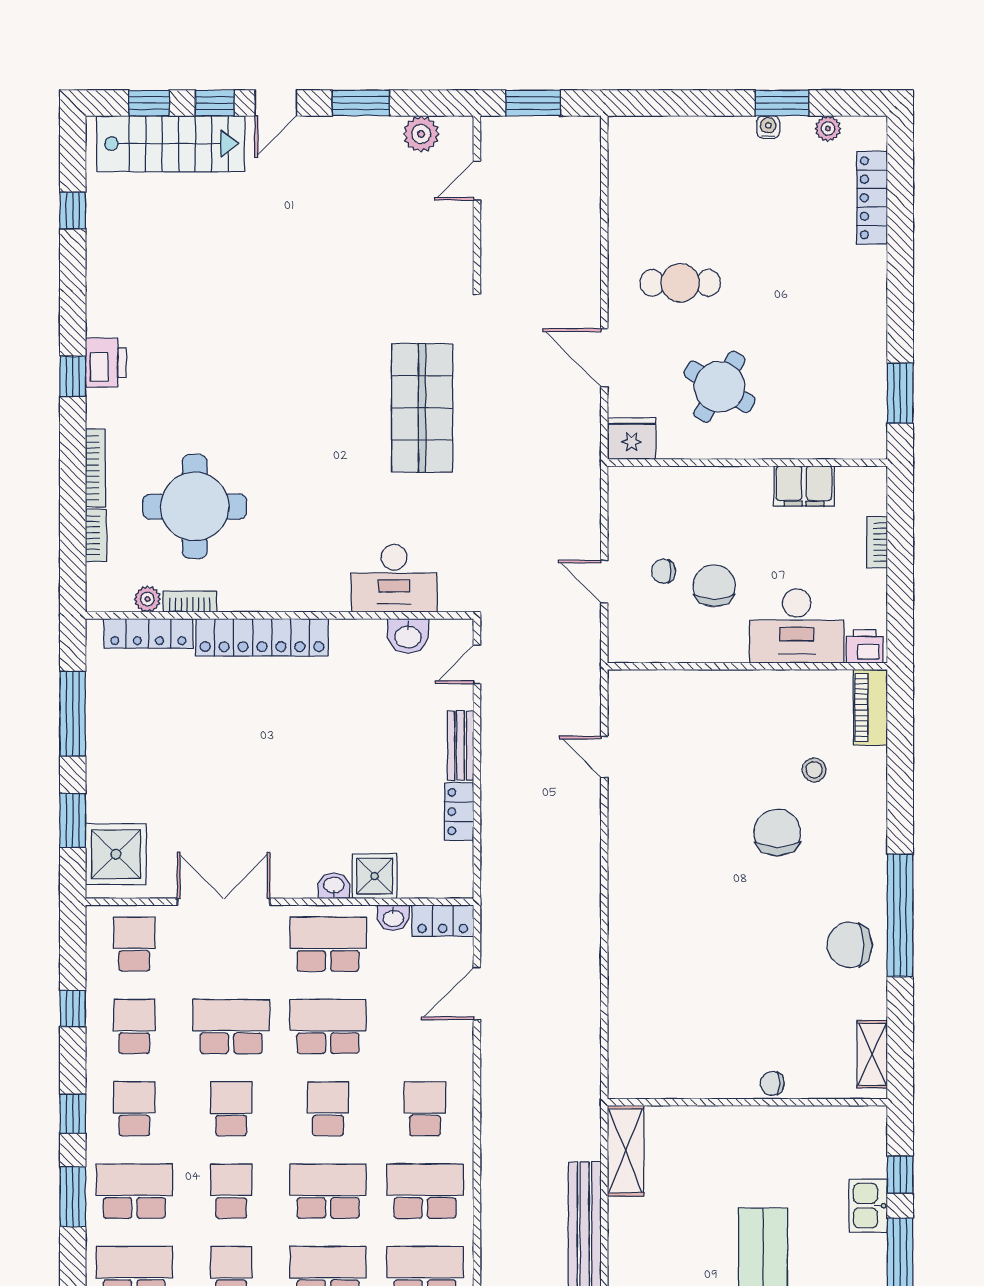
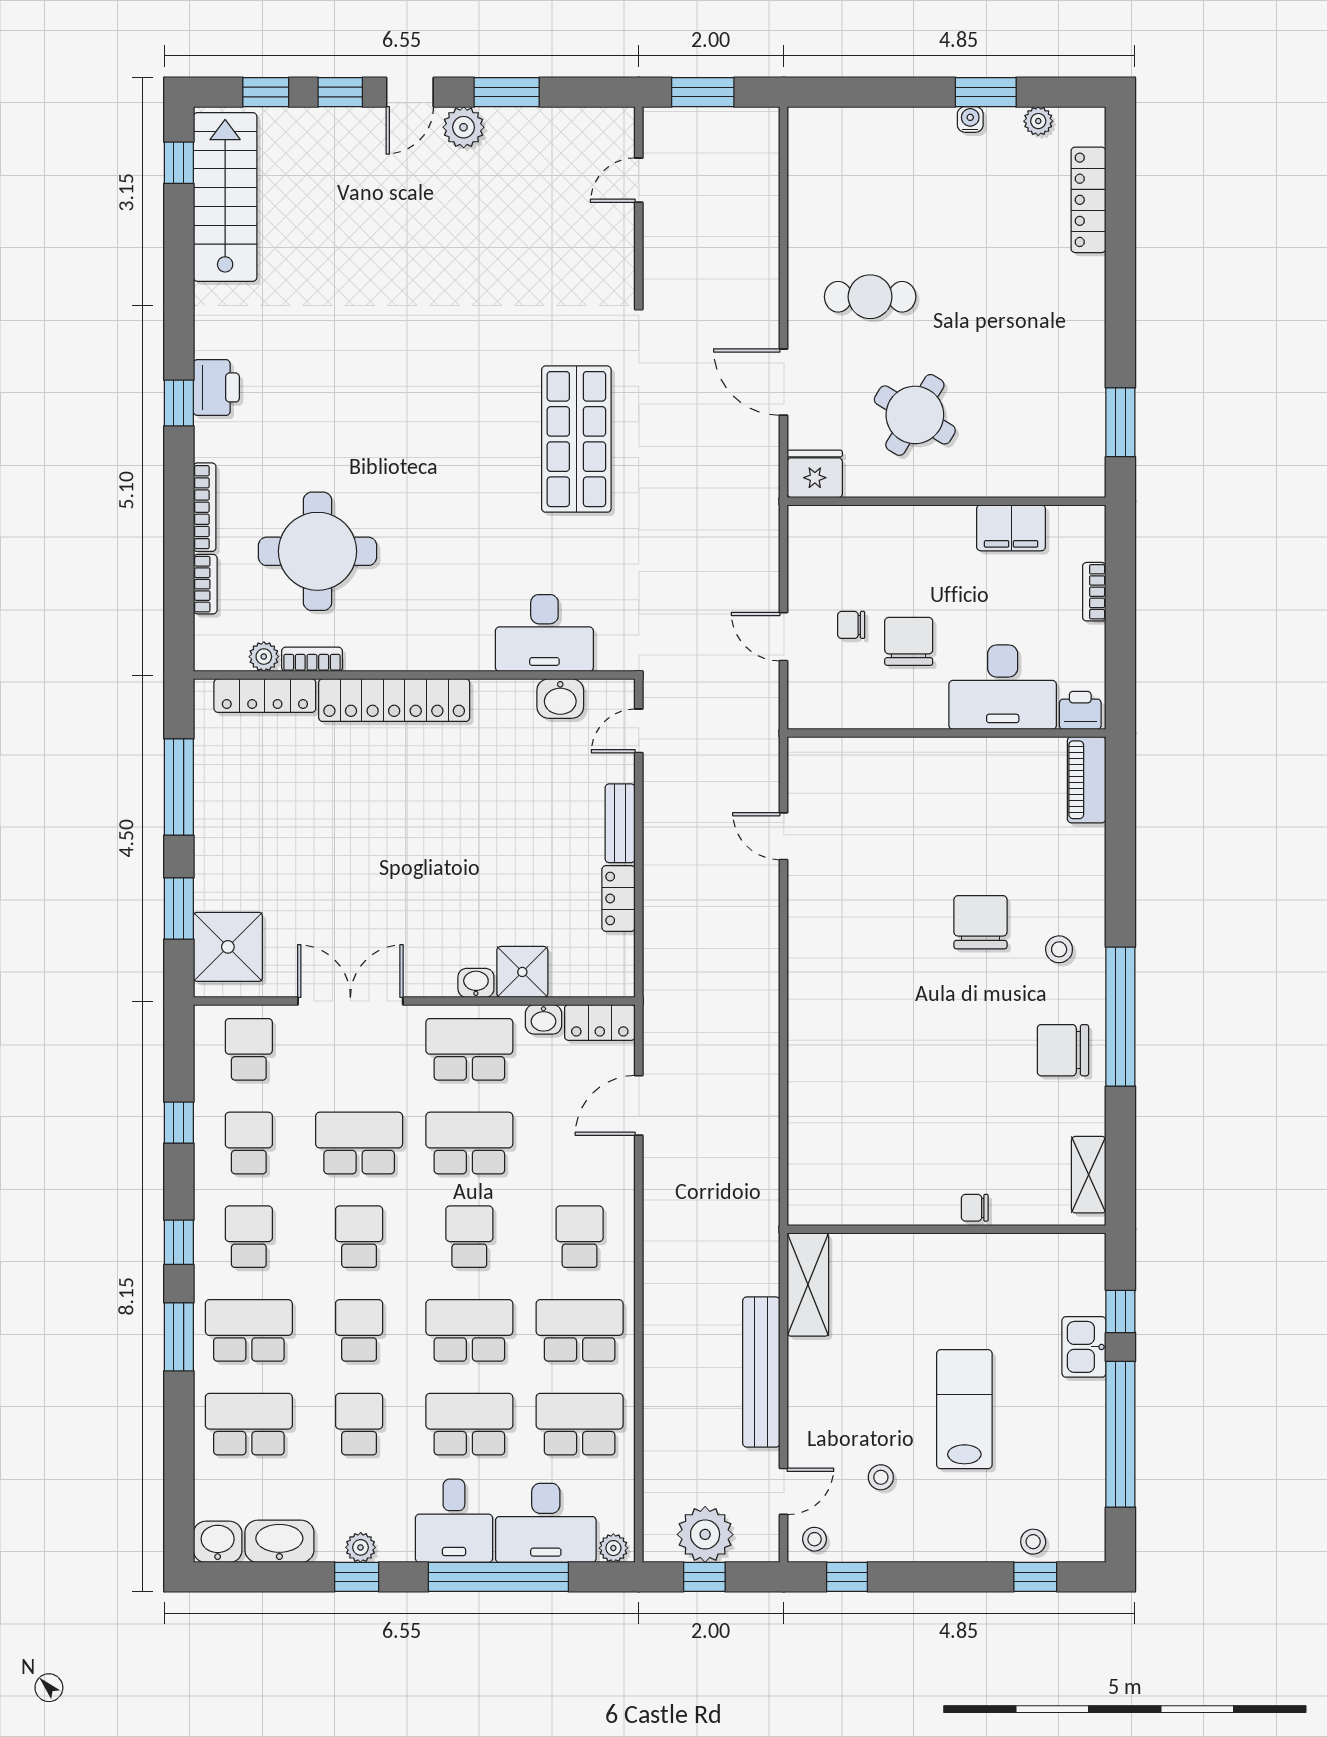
plant: (421, 134) -> (464, 127), moved
stairs: (171, 144) -> (225, 197), moved, turned -90
window: (73, 210) -> (179, 163), moved
stool: (814, 770) -> (1059, 949), moved

